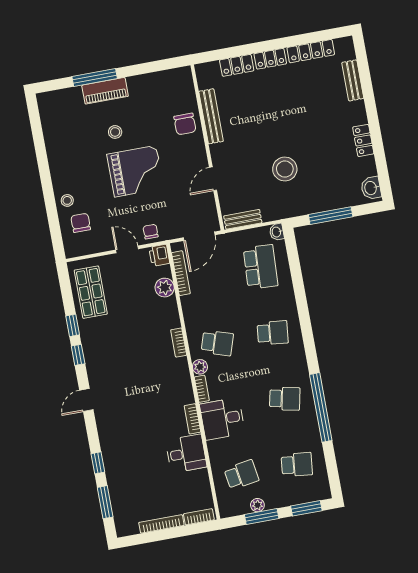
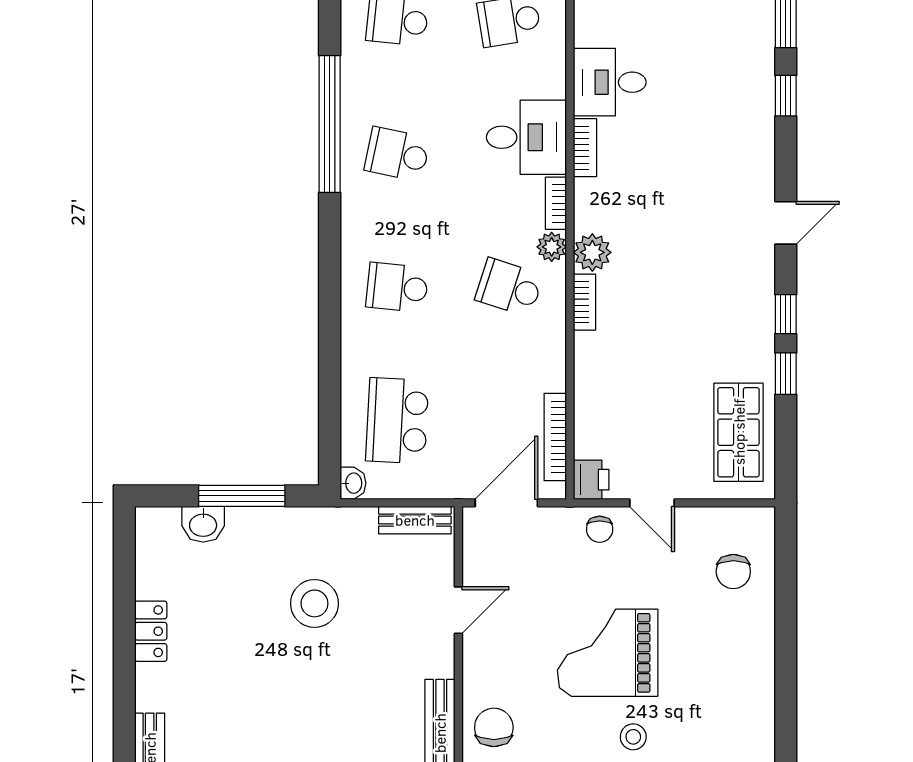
washbasin: (371, 188) -> (203, 524), moved, turned 90
stool: (67, 200) -> (752, 620), removed
plant: (165, 288) -> (592, 252), moved

